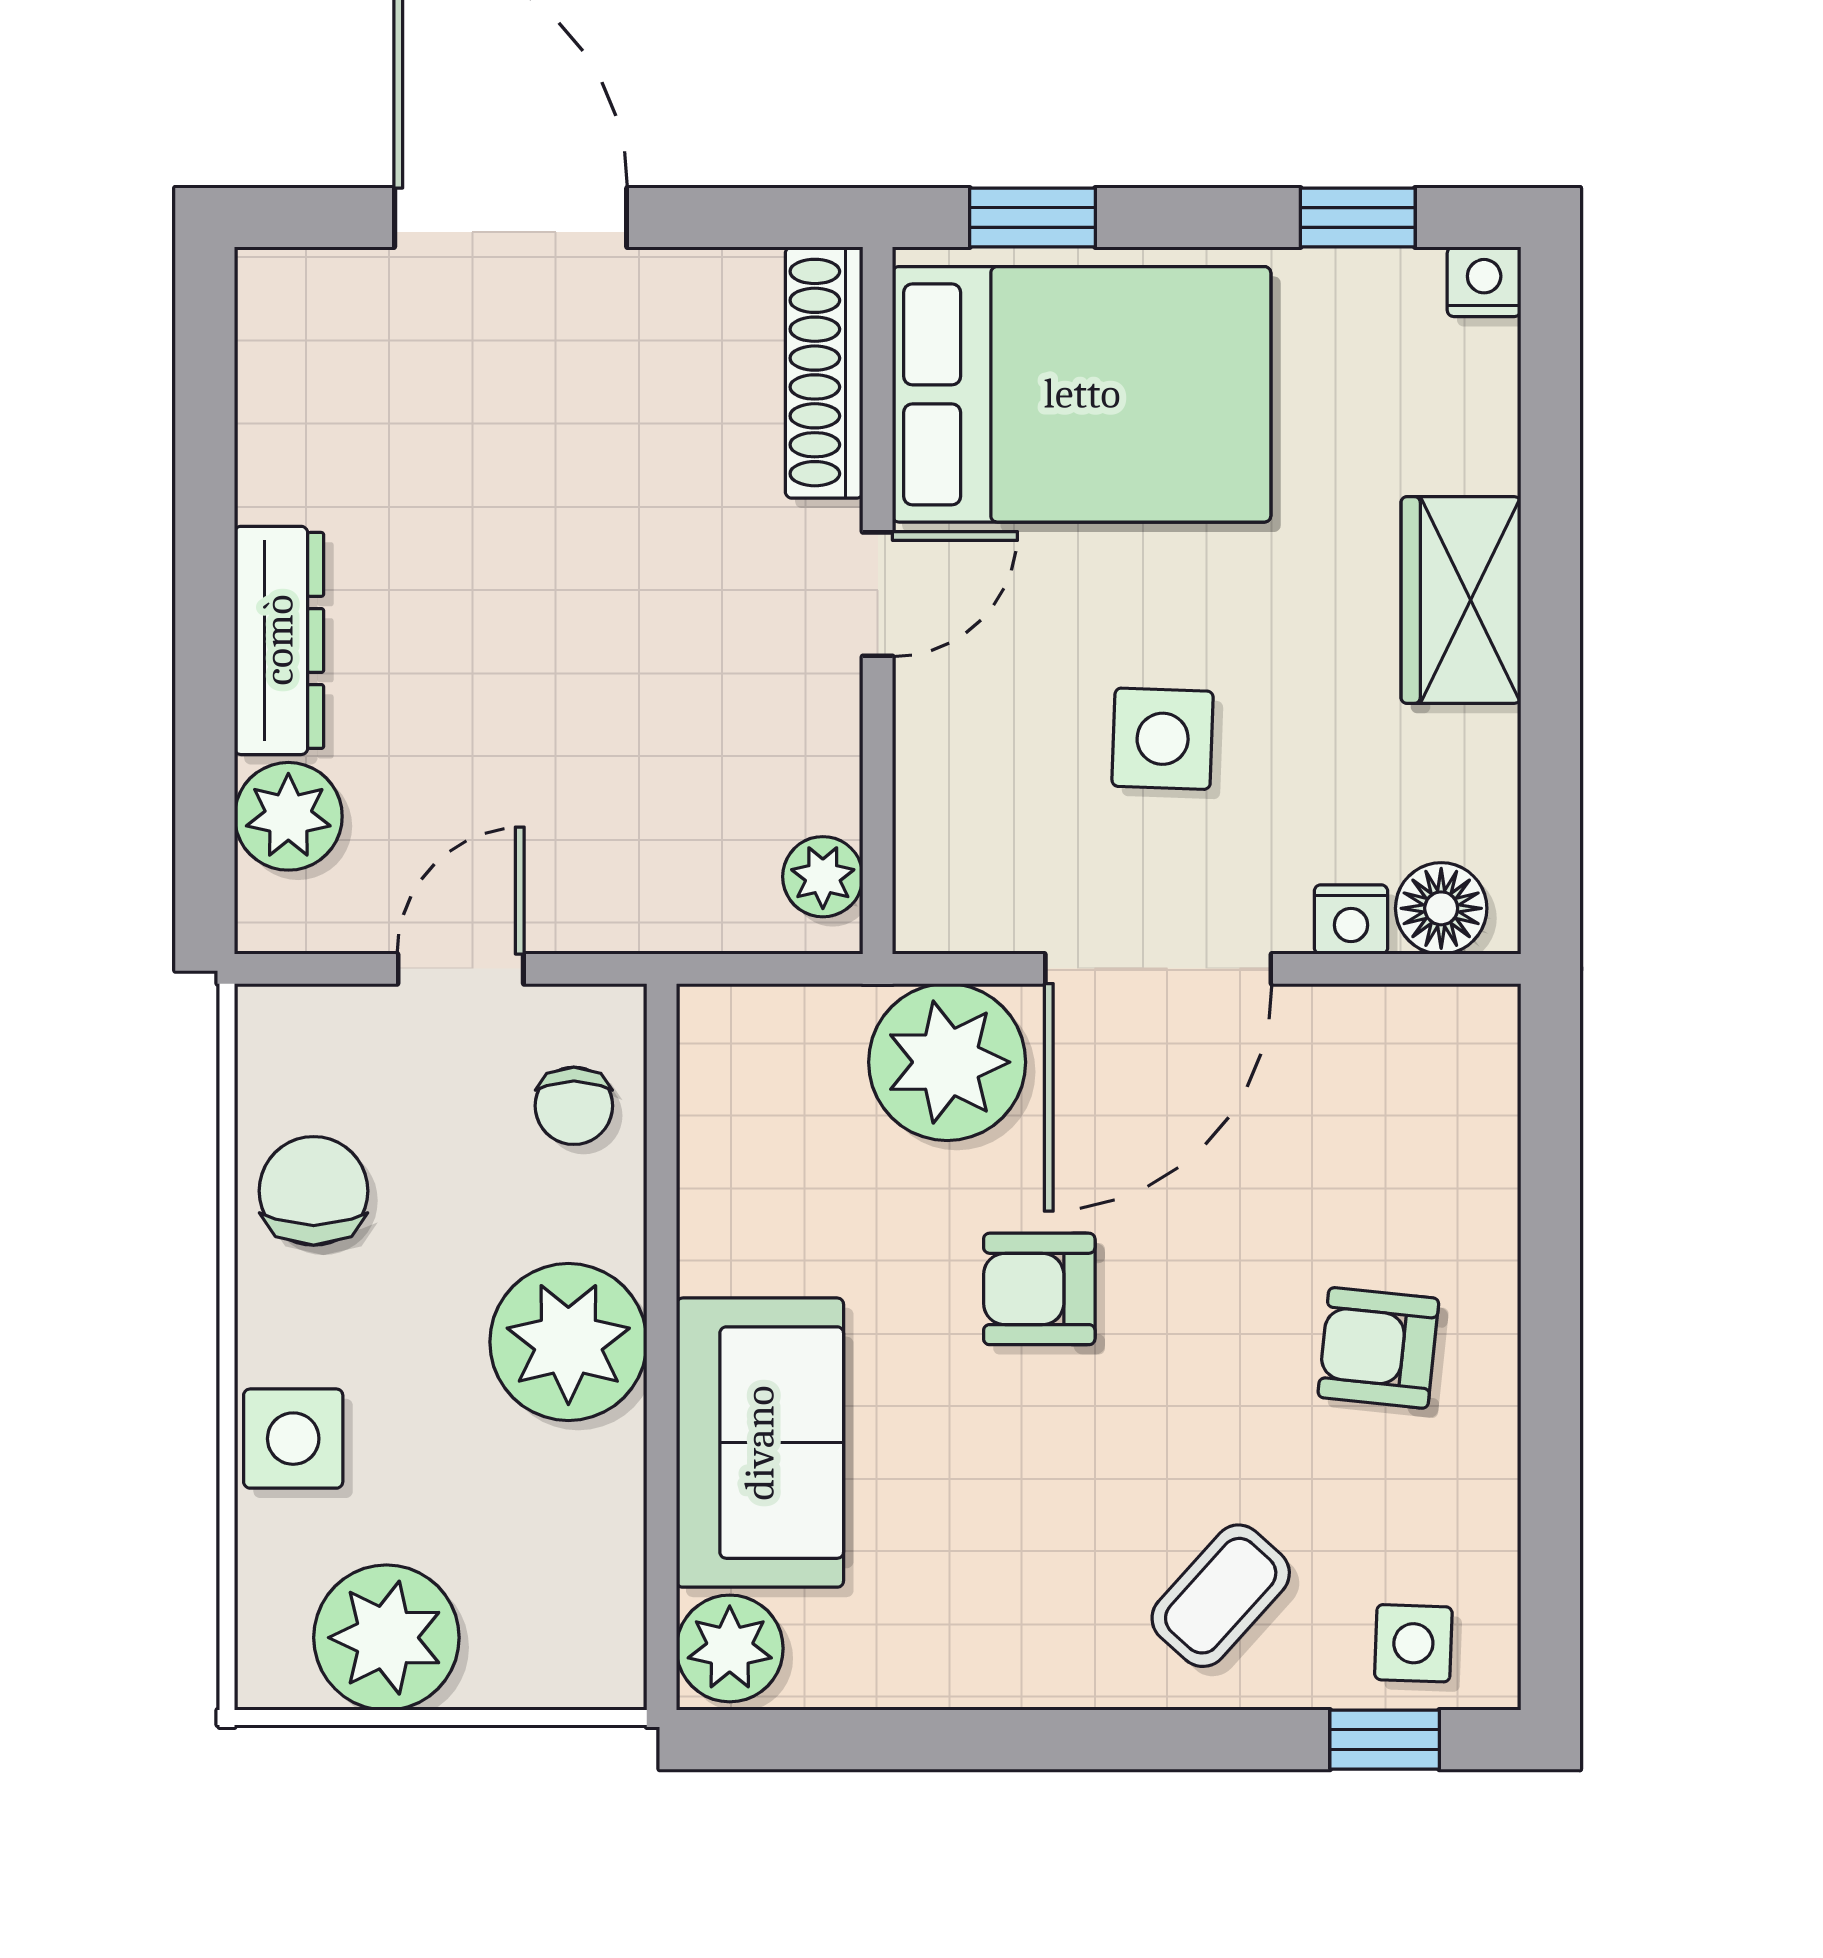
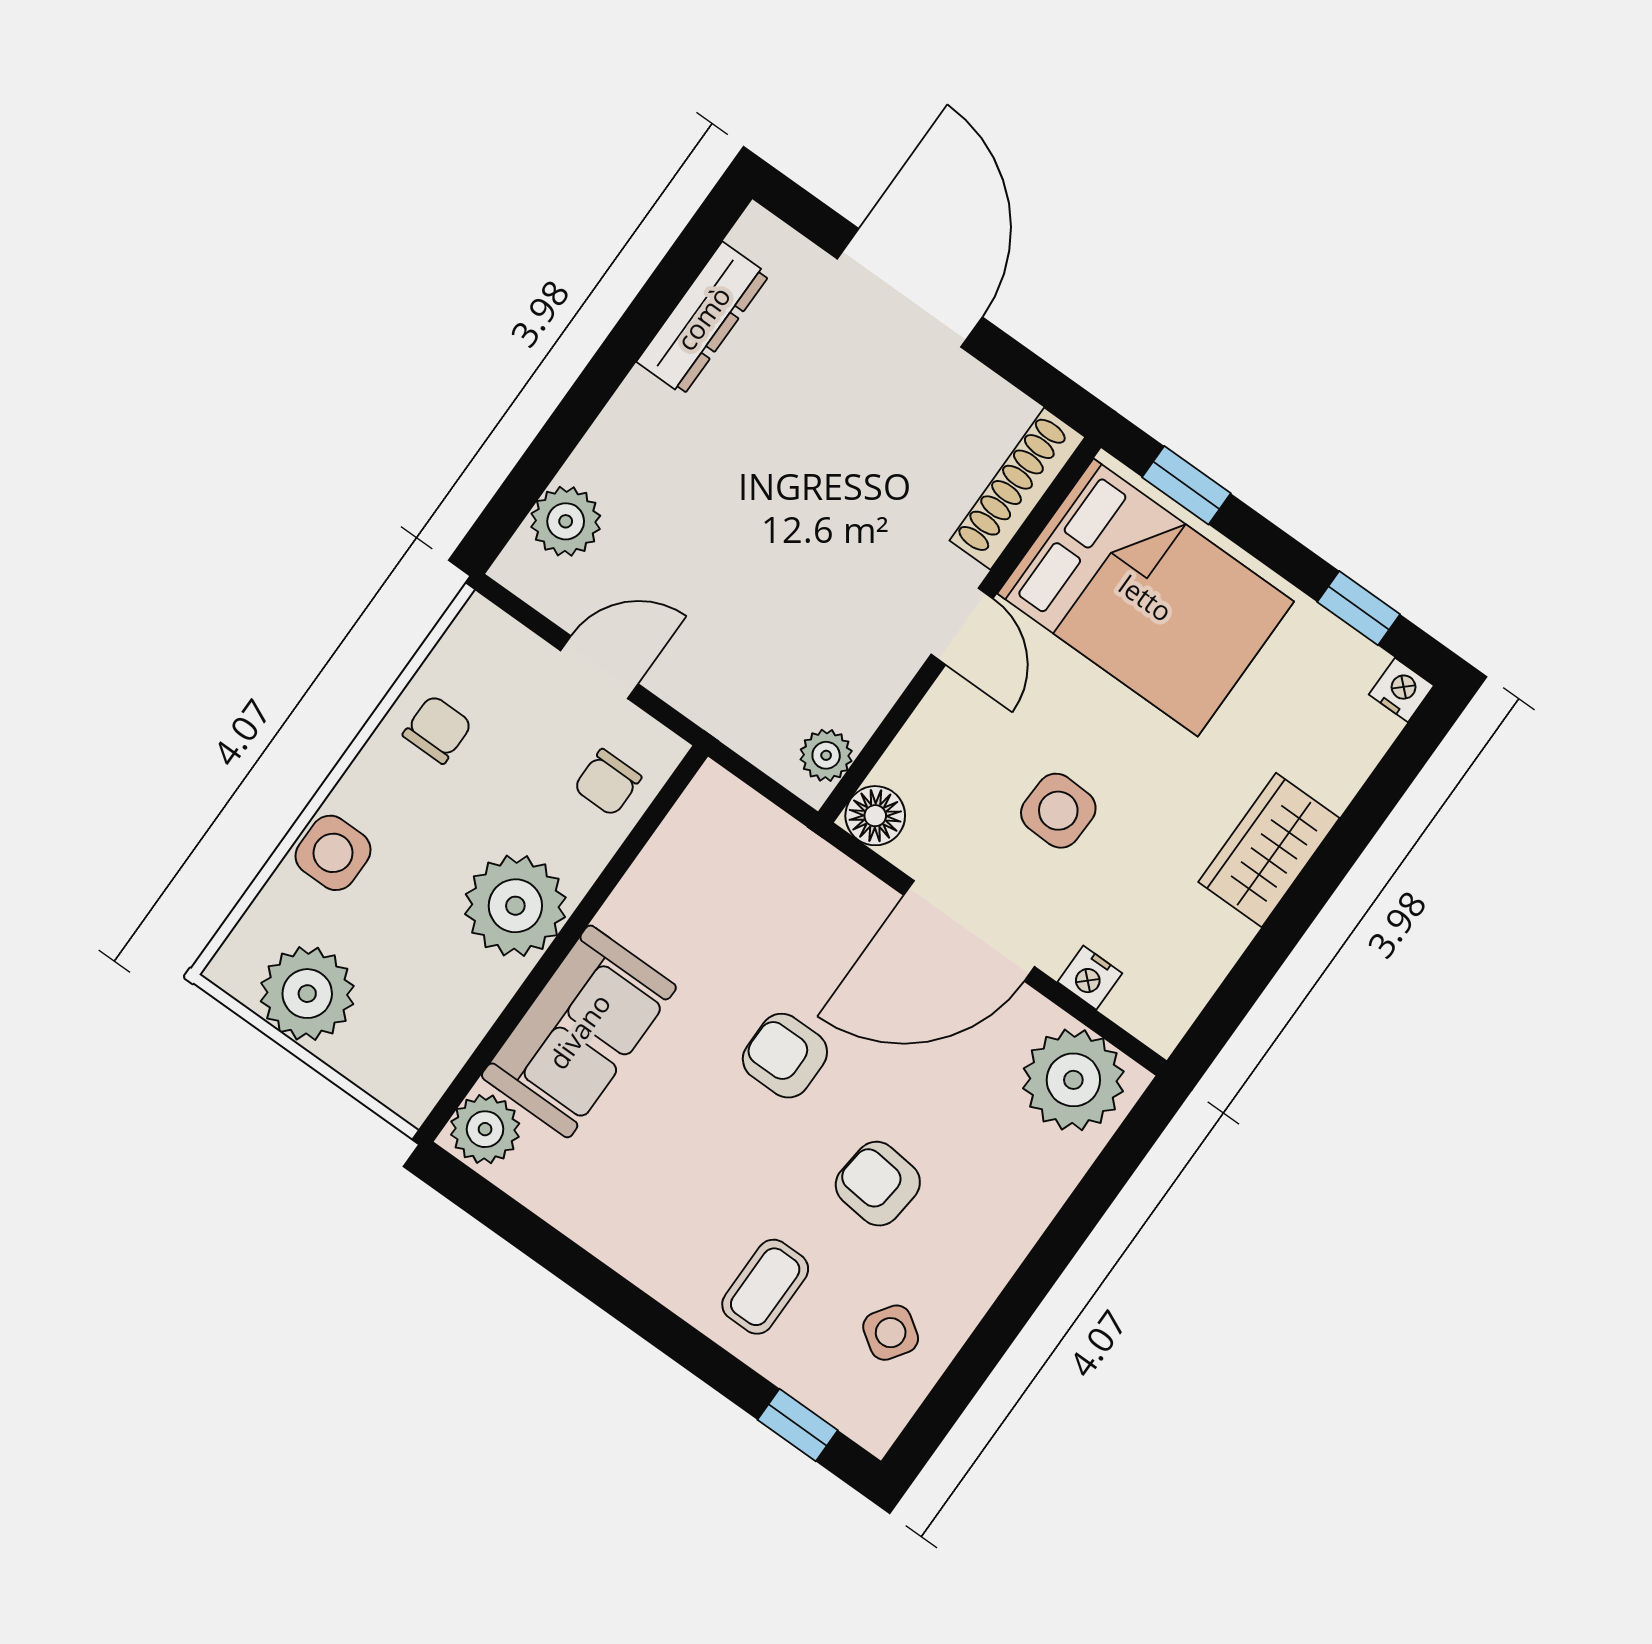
door: (878, 594) -> (962, 626), hinge flipped
dresser: (279, 640) -> (703, 318), moved
floor lamp: (1441, 908) -> (875, 816), moved
plant: (947, 1062) -> (1073, 1080), moved
chair: (314, 1191) -> (437, 729), width x0.73, depth x0.73
armchair: (1378, 1348) -> (878, 1184), moved
coffee table: (1221, 1596) -> (765, 1287), turned -42
side table: (1413, 1643) -> (891, 1333), moved, turned 32

